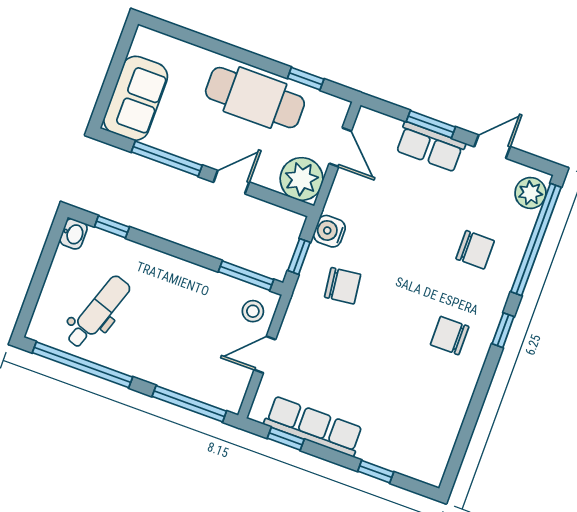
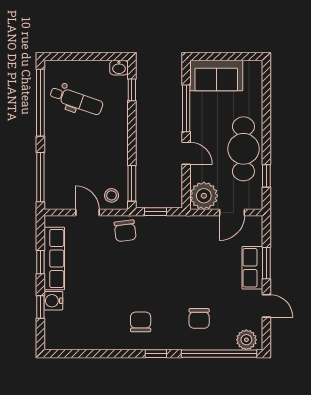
water cooler: (329, 231) -> (53, 301), moved, turned -90
chair: (343, 286) -> (125, 231), moved
window: (286, 439) -> (40, 262), moved

